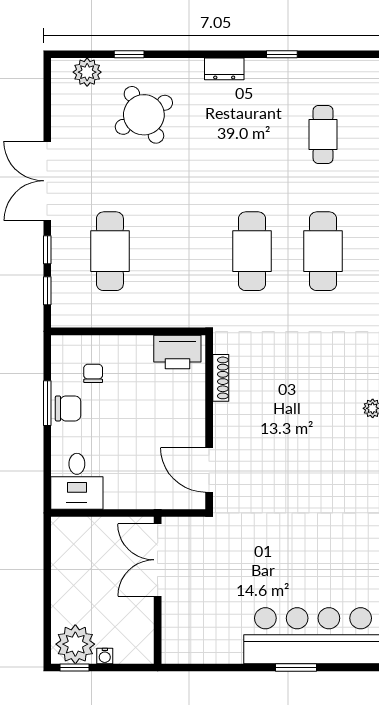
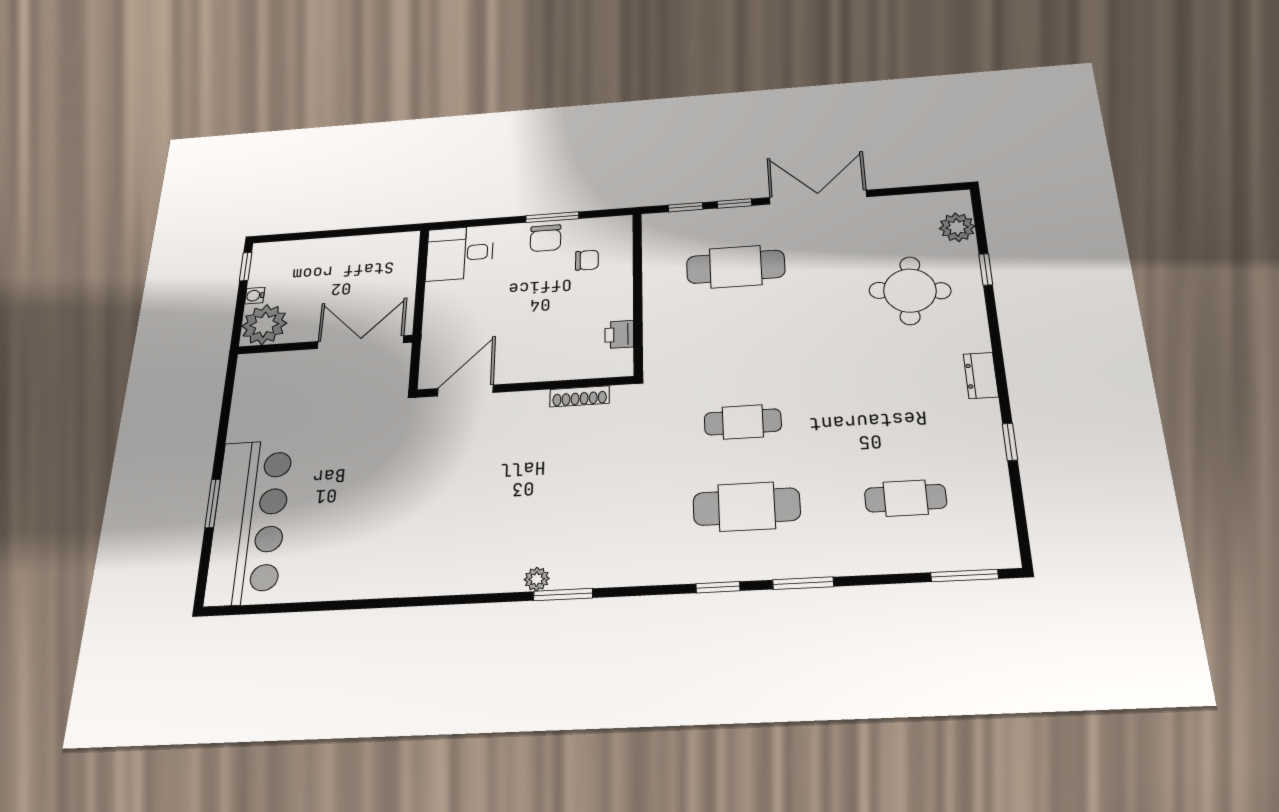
round table: (144, 115) -> (910, 291), turned 35
cafe table: (252, 251) -> (743, 422), width x0.73, depth x0.74
printer: (177, 352) -> (619, 334), width x0.53, depth x0.68
plant: (75, 644) -> (264, 325), moved

